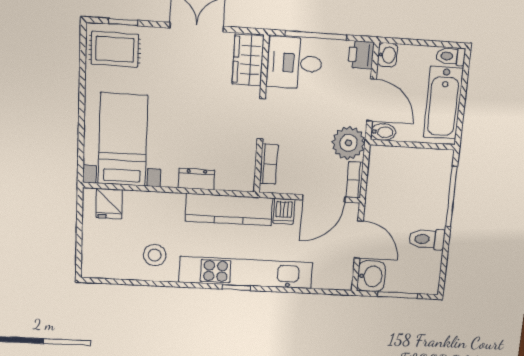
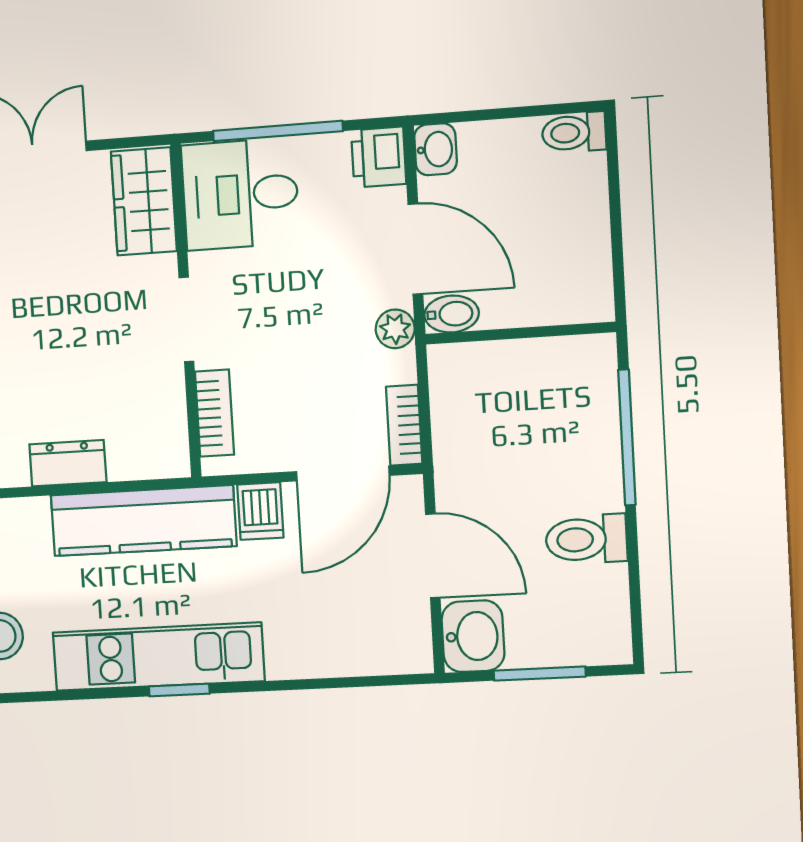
bathtub: (443, 103) -> (574, 234), removed
plant: (349, 143) -> (395, 329), width x0.53, depth x0.53
kitchen unit: (246, 273) -> (158, 657), width x0.73

